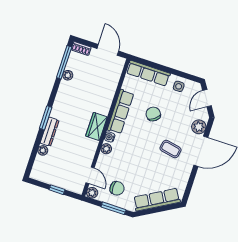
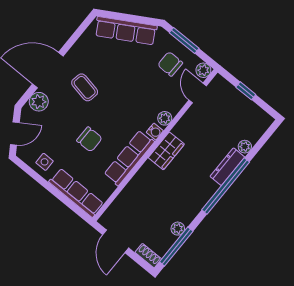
chair: (153, 114) -> (89, 139), turned -53
window: (46, 118) -> (226, 186), width x2.11

